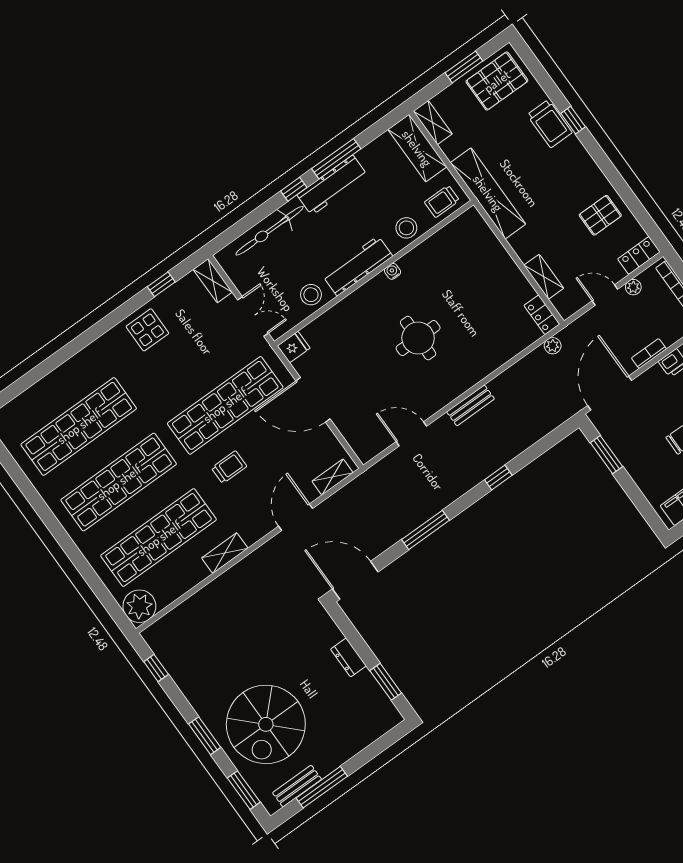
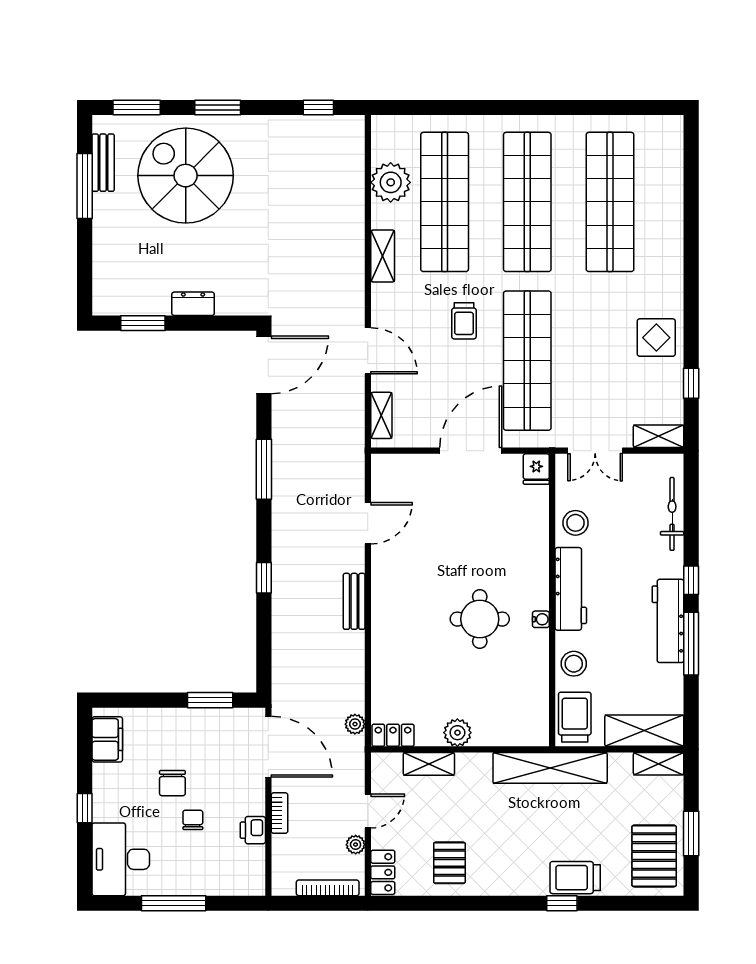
trolley: (442, 201) -> (575, 717), width x1.36, depth x1.39
bicycle: (270, 231) -> (672, 514), width x0.73, depth x0.71
plant: (509, 273) -> (457, 733), added
round table: (418, 338) -> (480, 619), moved
plant: (139, 606) -> (391, 182), moved

